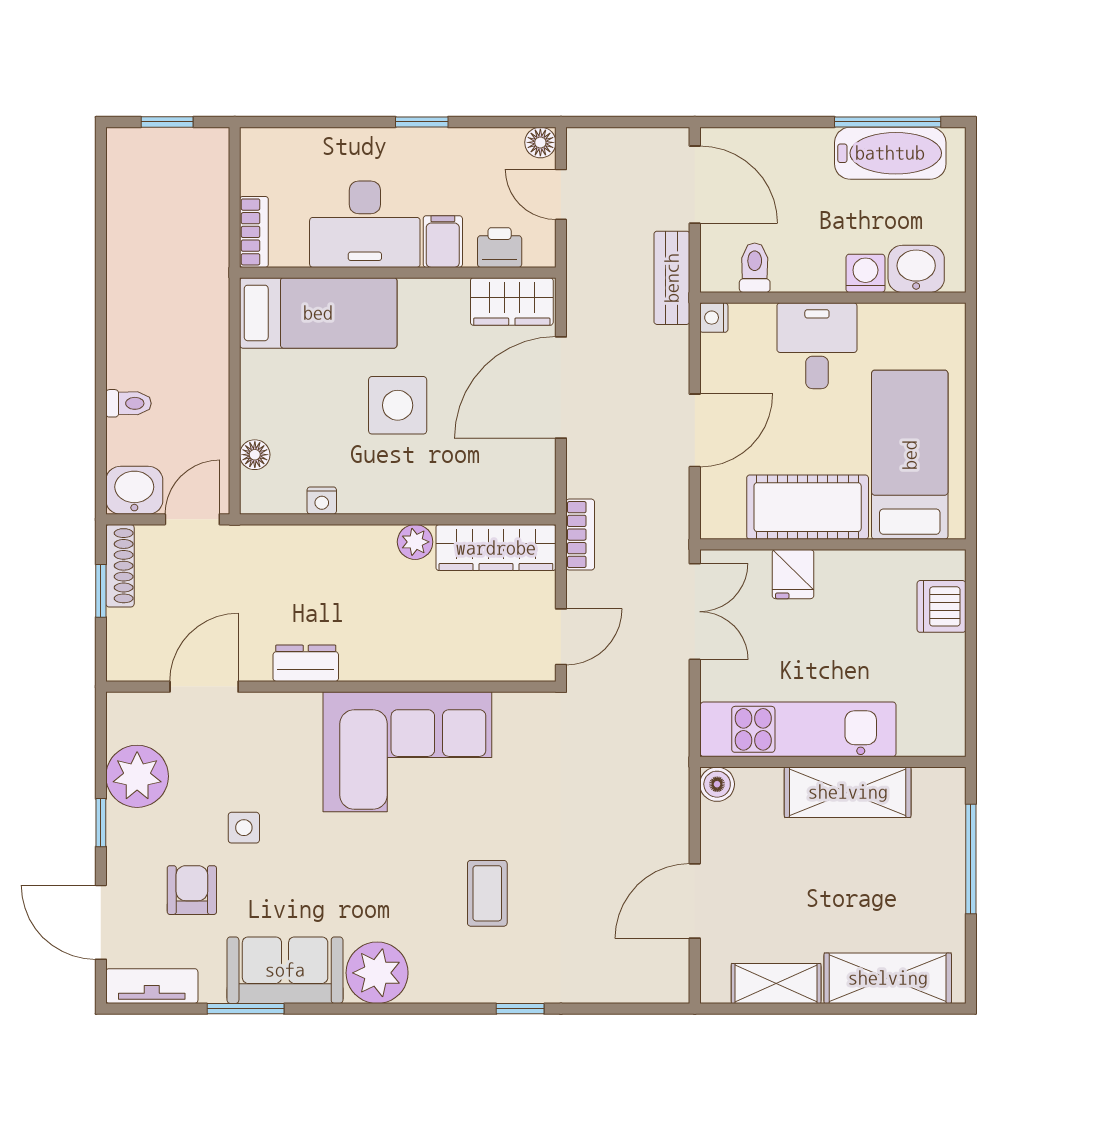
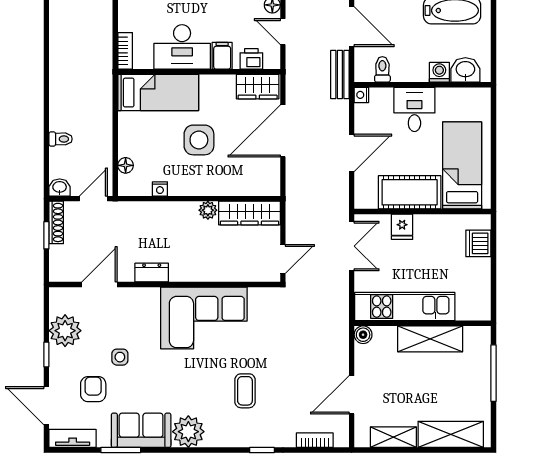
washbasin: (134, 490) -> (60, 187), width x0.72, depth x0.69
bookcase: (580, 535) -> (315, 440), moved, turned -90

